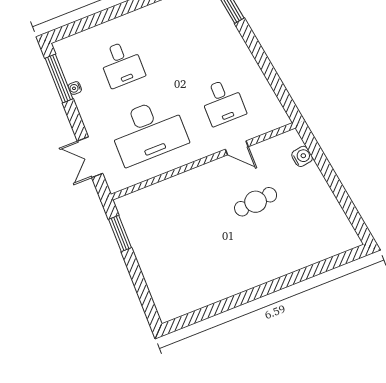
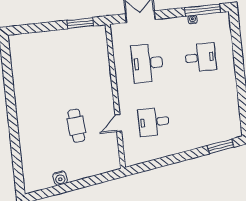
desk: (122, 64) -> (201, 57), turned 180
desk: (148, 131) -> (147, 63), width x0.73, depth x0.77
water cooler: (302, 156) -> (60, 178), moved

